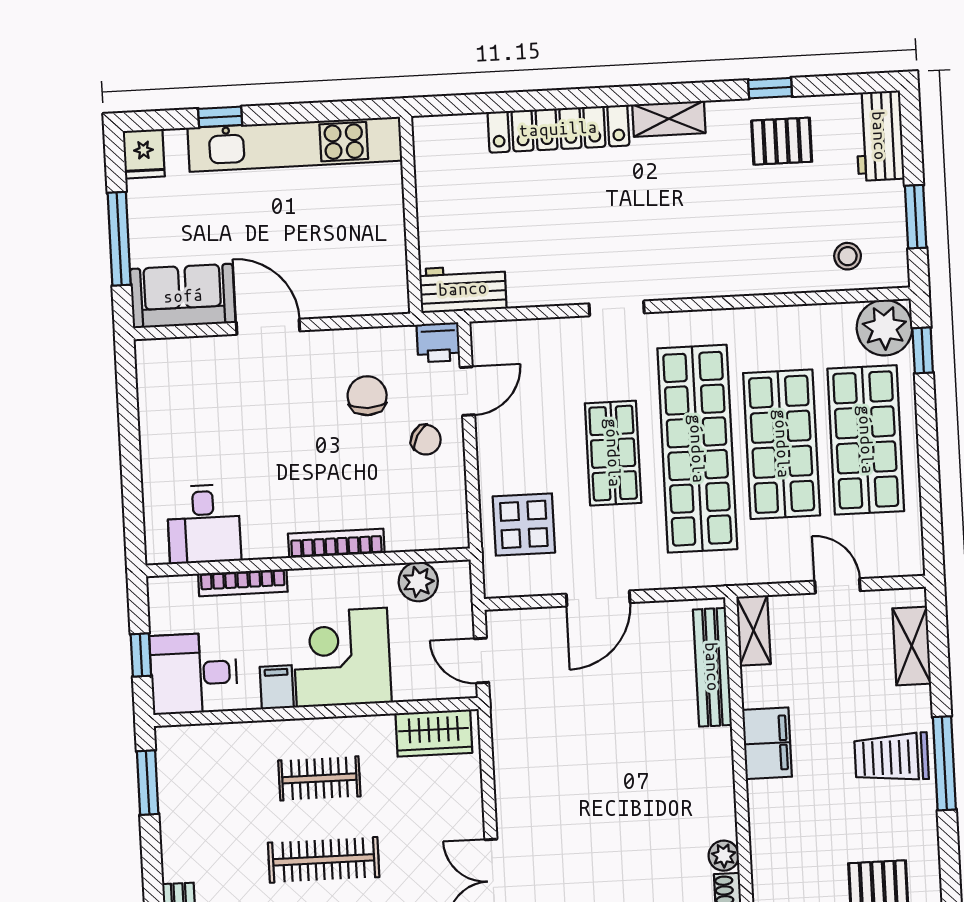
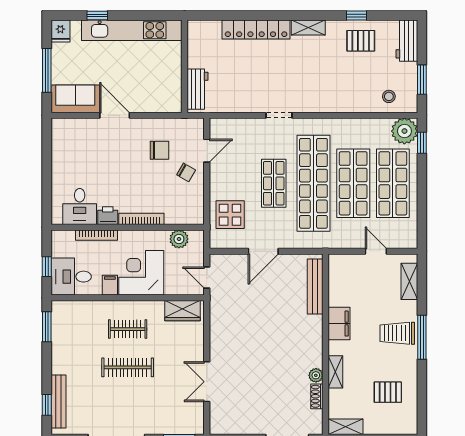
workbench: (463, 289) -> (197, 89), moved, turned 90
printer: (438, 342) -> (108, 216), moved, turned 180
chair: (367, 396) -> (160, 150), turned 90
shelving: (753, 630) -> (335, 372), moved

